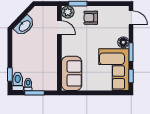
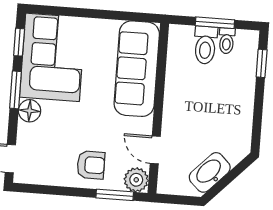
washbasin: (24, 26) -> (210, 172), moved
sofa: (72, 73) -> (137, 69), width x1.36
toilet: (18, 81) -> (205, 45), moved

